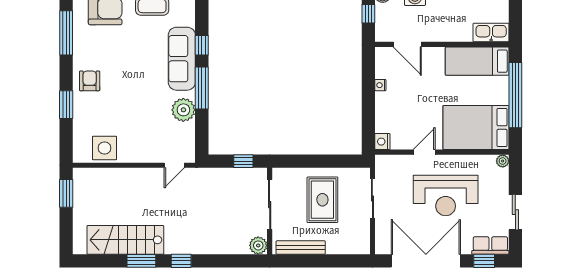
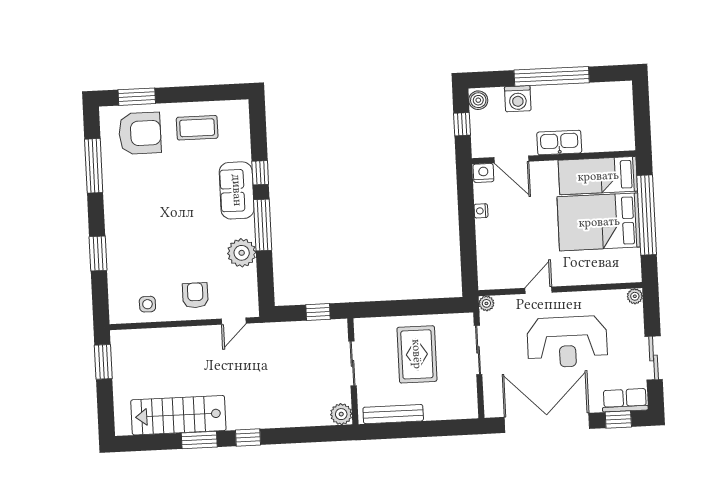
kitchen sink: (491, 33) -> (559, 143), moved
sofa: (182, 59) -> (237, 190), width x0.73
armchair: (90, 81) -> (195, 295), moved
bed: (476, 128) -> (599, 222), moved
nightstand: (382, 142) -> (483, 173), moved, turned 90
side table: (104, 148) -> (147, 304), width x0.54, depth x0.54
plant: (381, 161) -> (486, 303), added
sliding door: (270, 205) -> (353, 363), width x0.73

